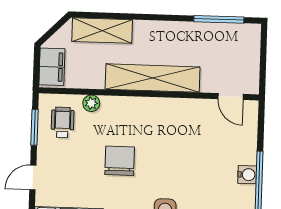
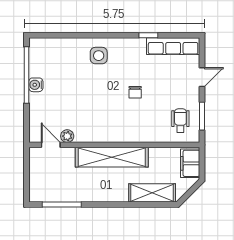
plant: (91, 103) -> (67, 136), moved
wheelchair: (63, 122) -> (180, 121), turned 180
chair: (120, 161) -> (135, 92), width x0.54, depth x0.54

